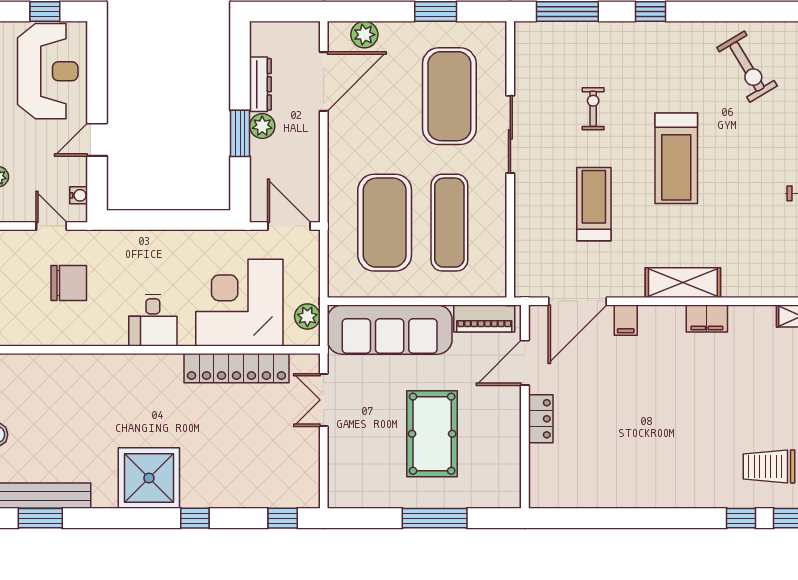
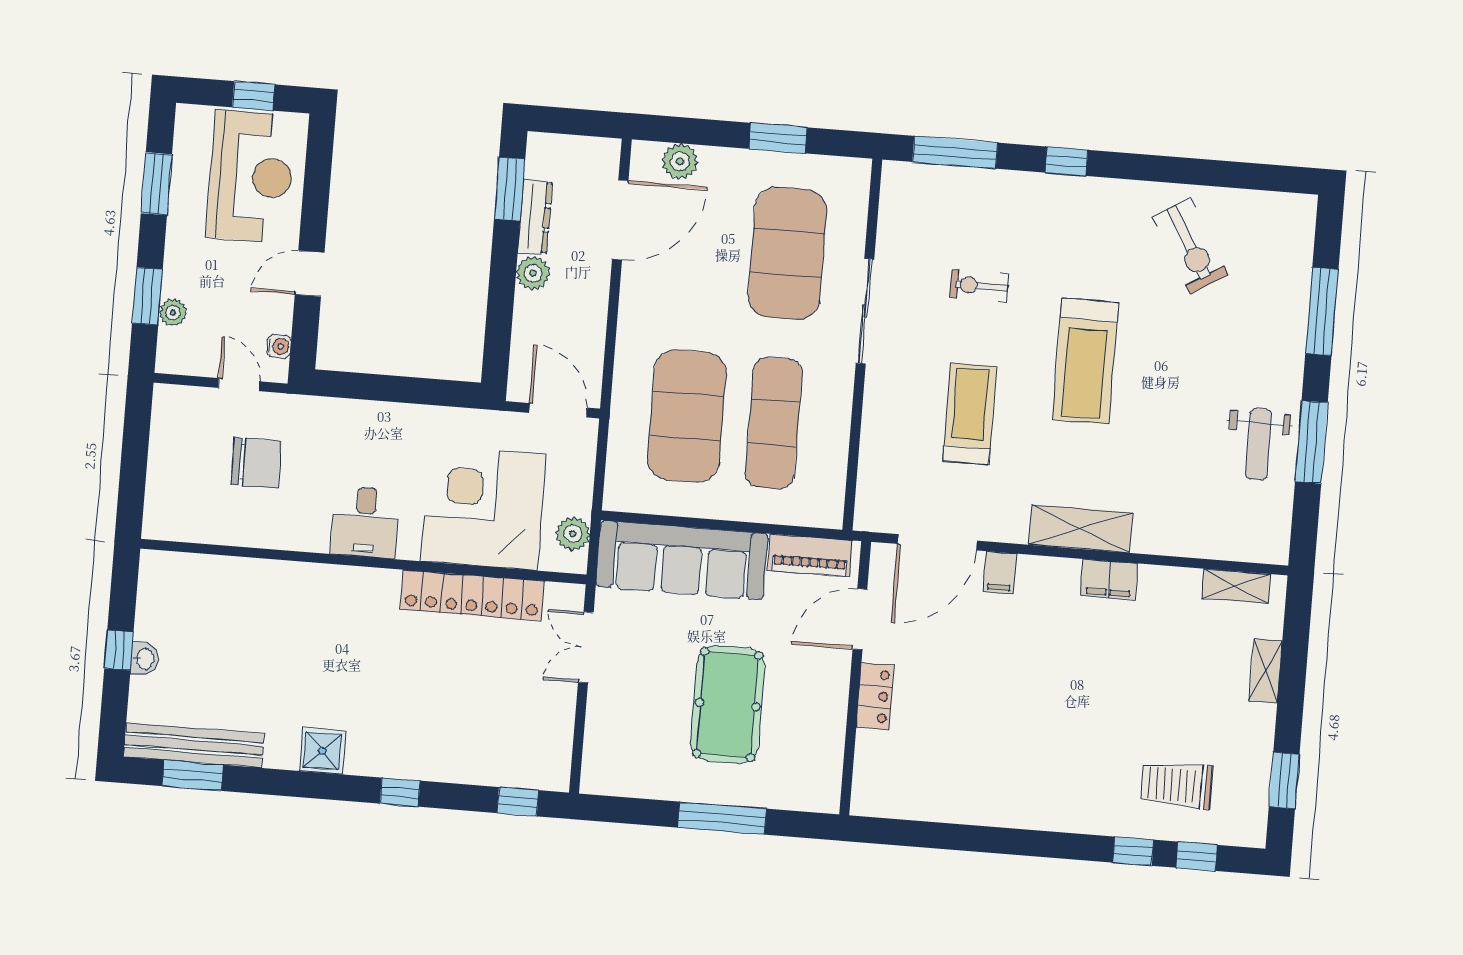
exercise bike: (593, 109) -> (979, 286), turned -90
window: (240, 133) -> (510, 189), moved
shower: (149, 478) -> (322, 751), width x0.54, depth x0.54

